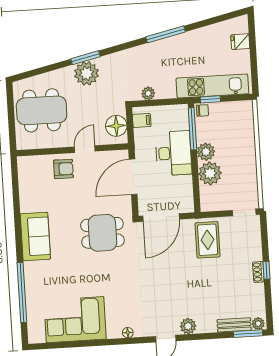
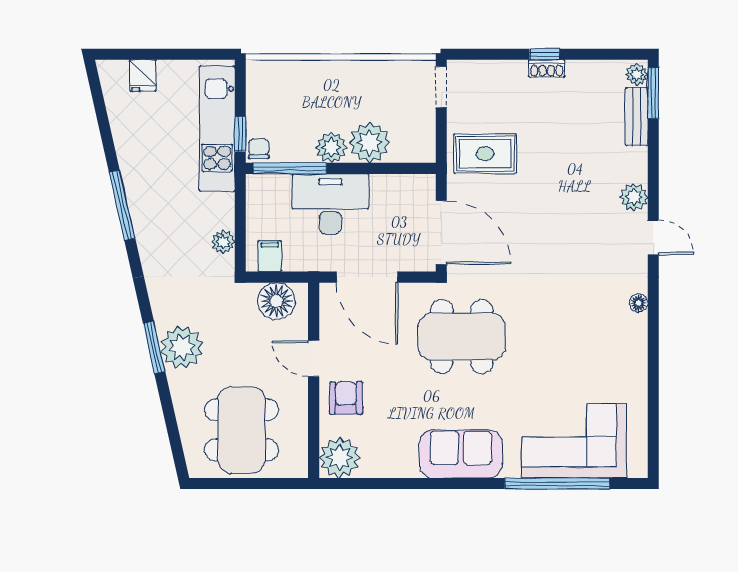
plant: (29, 167) -> (340, 458), added
dining table: (102, 233) -> (462, 337), width x1.38
corner sofa: (75, 320) -> (574, 441), moved, turned 90

